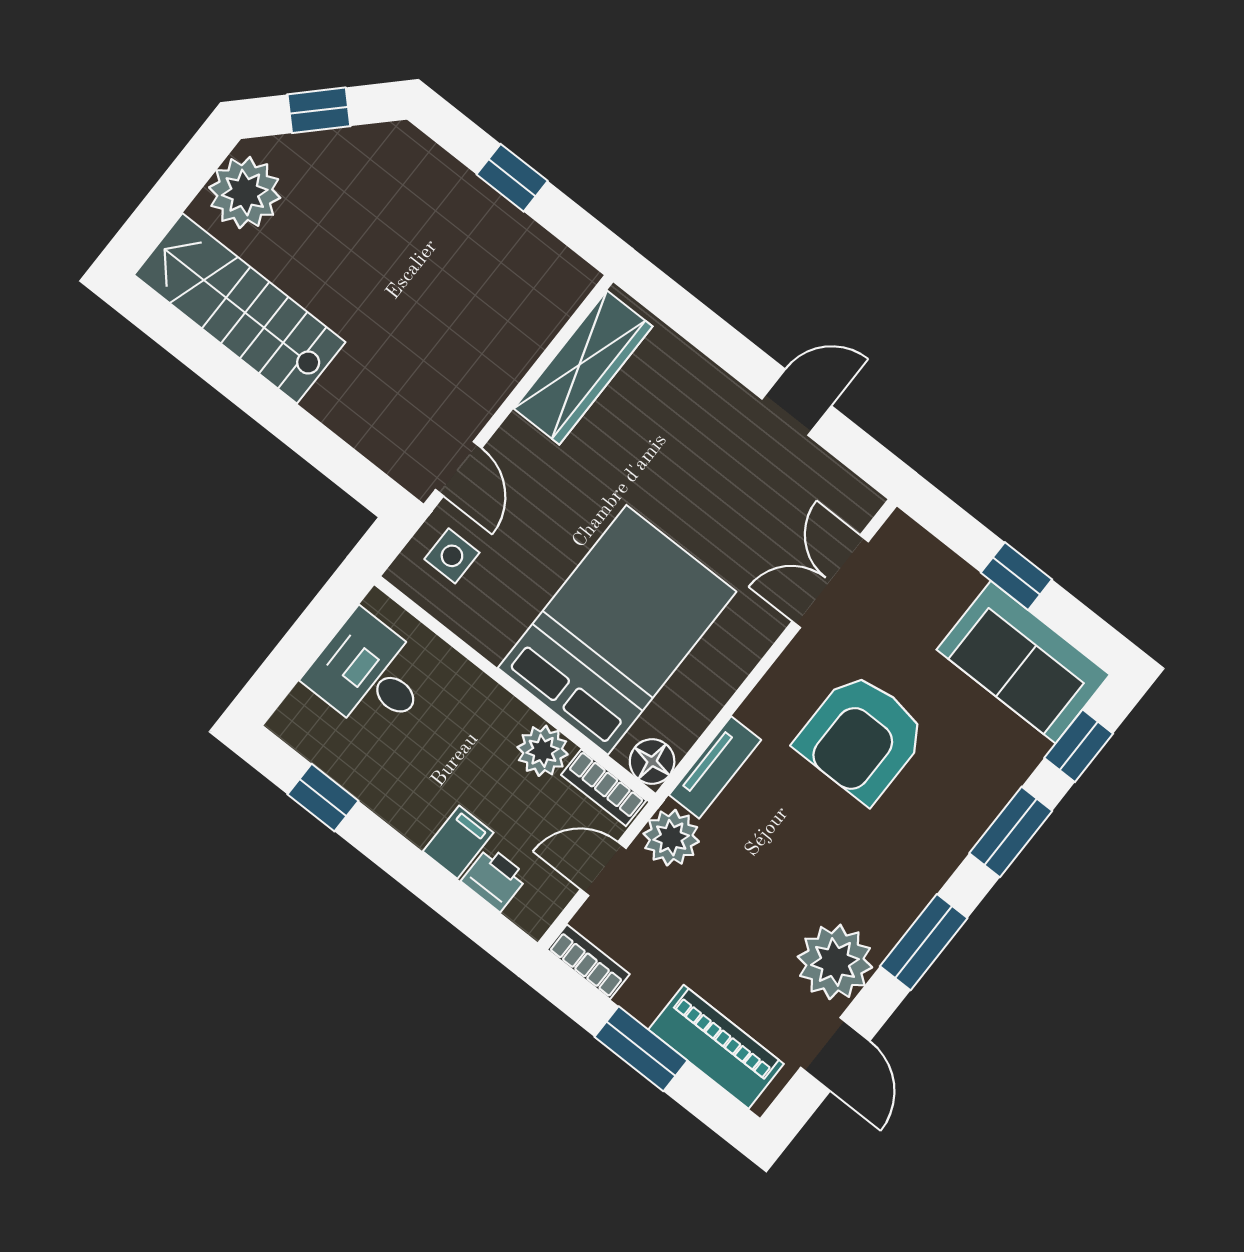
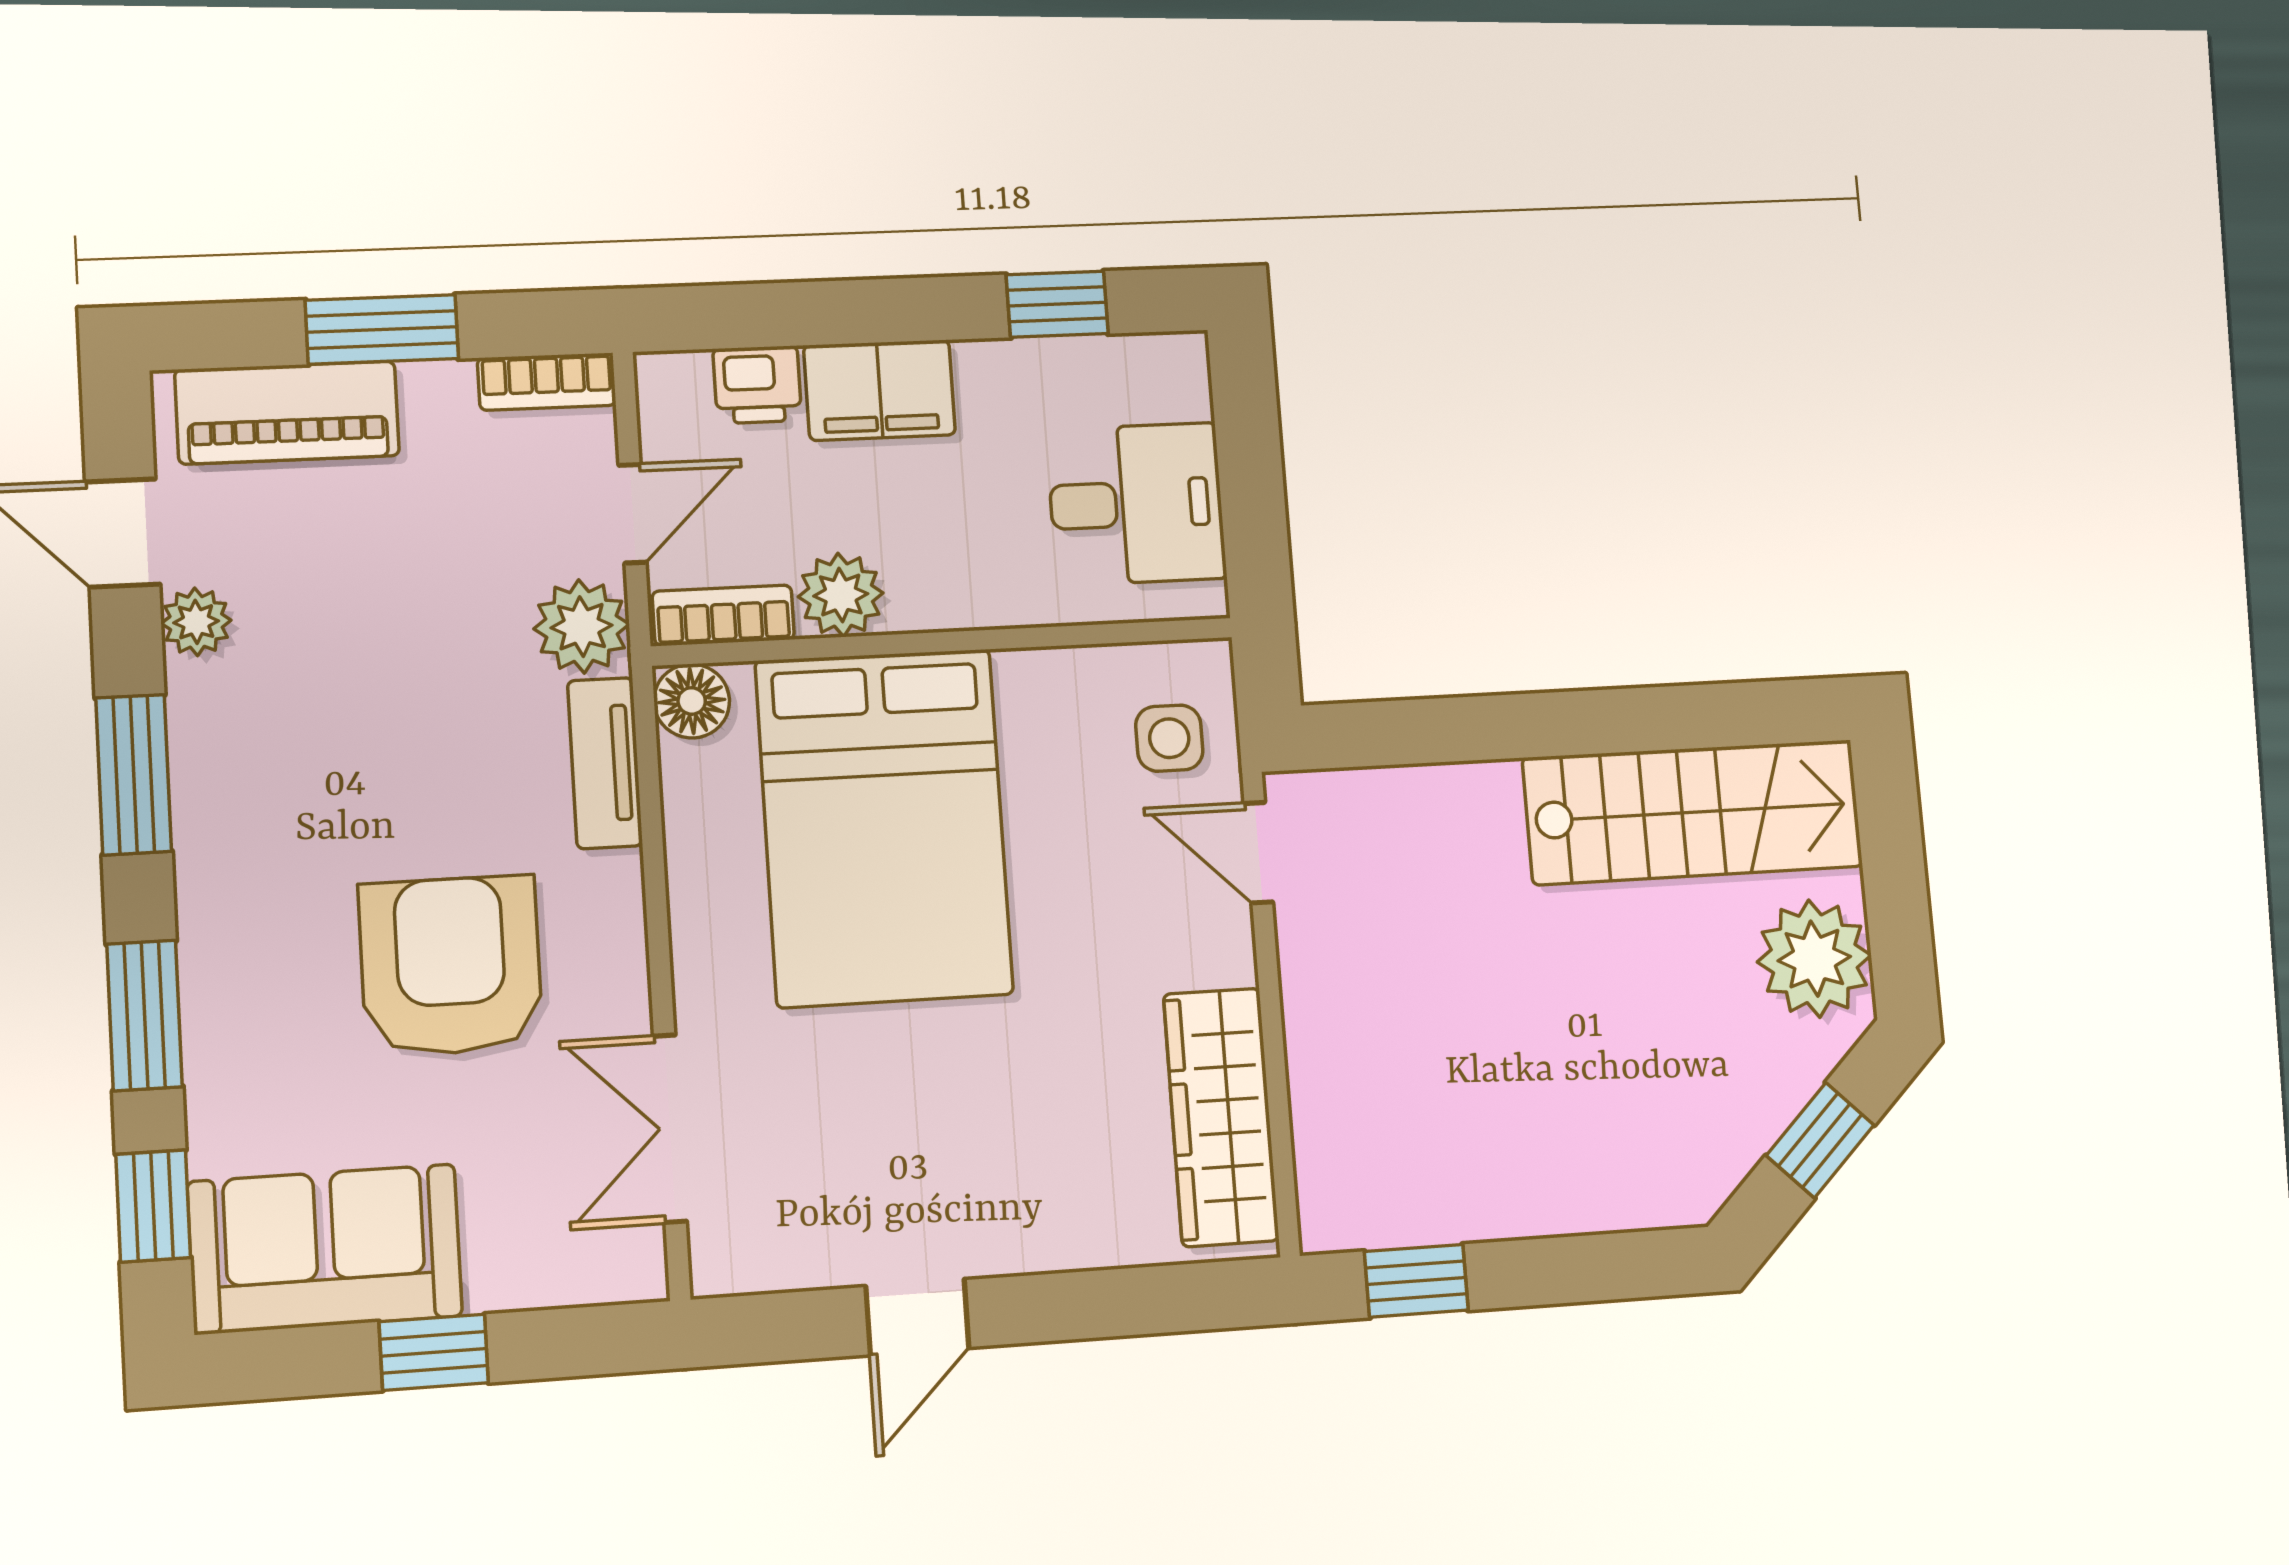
window: (512, 178) -> (1416, 1281), moved
double door: (830, 581) -> (670, 1128), swing flipped
filing cabinet: (458, 842) -> (880, 390), width x2.00
plant: (835, 962) -> (196, 622), width x0.53, depth x0.53

